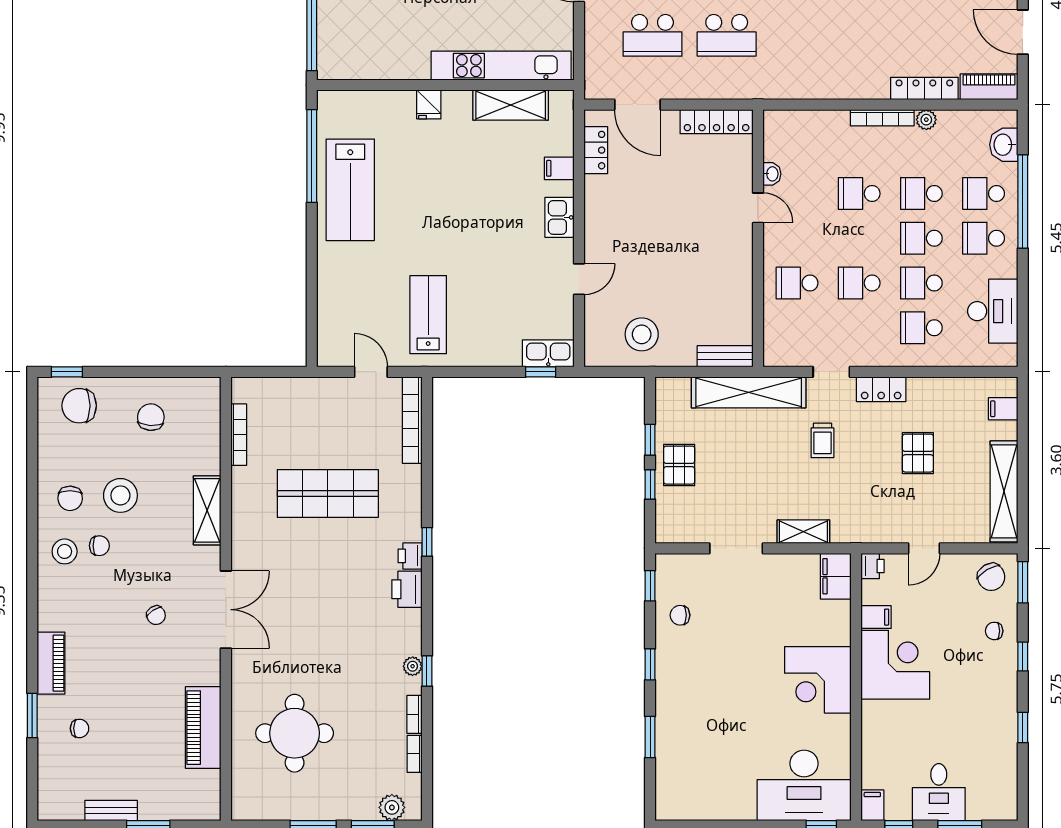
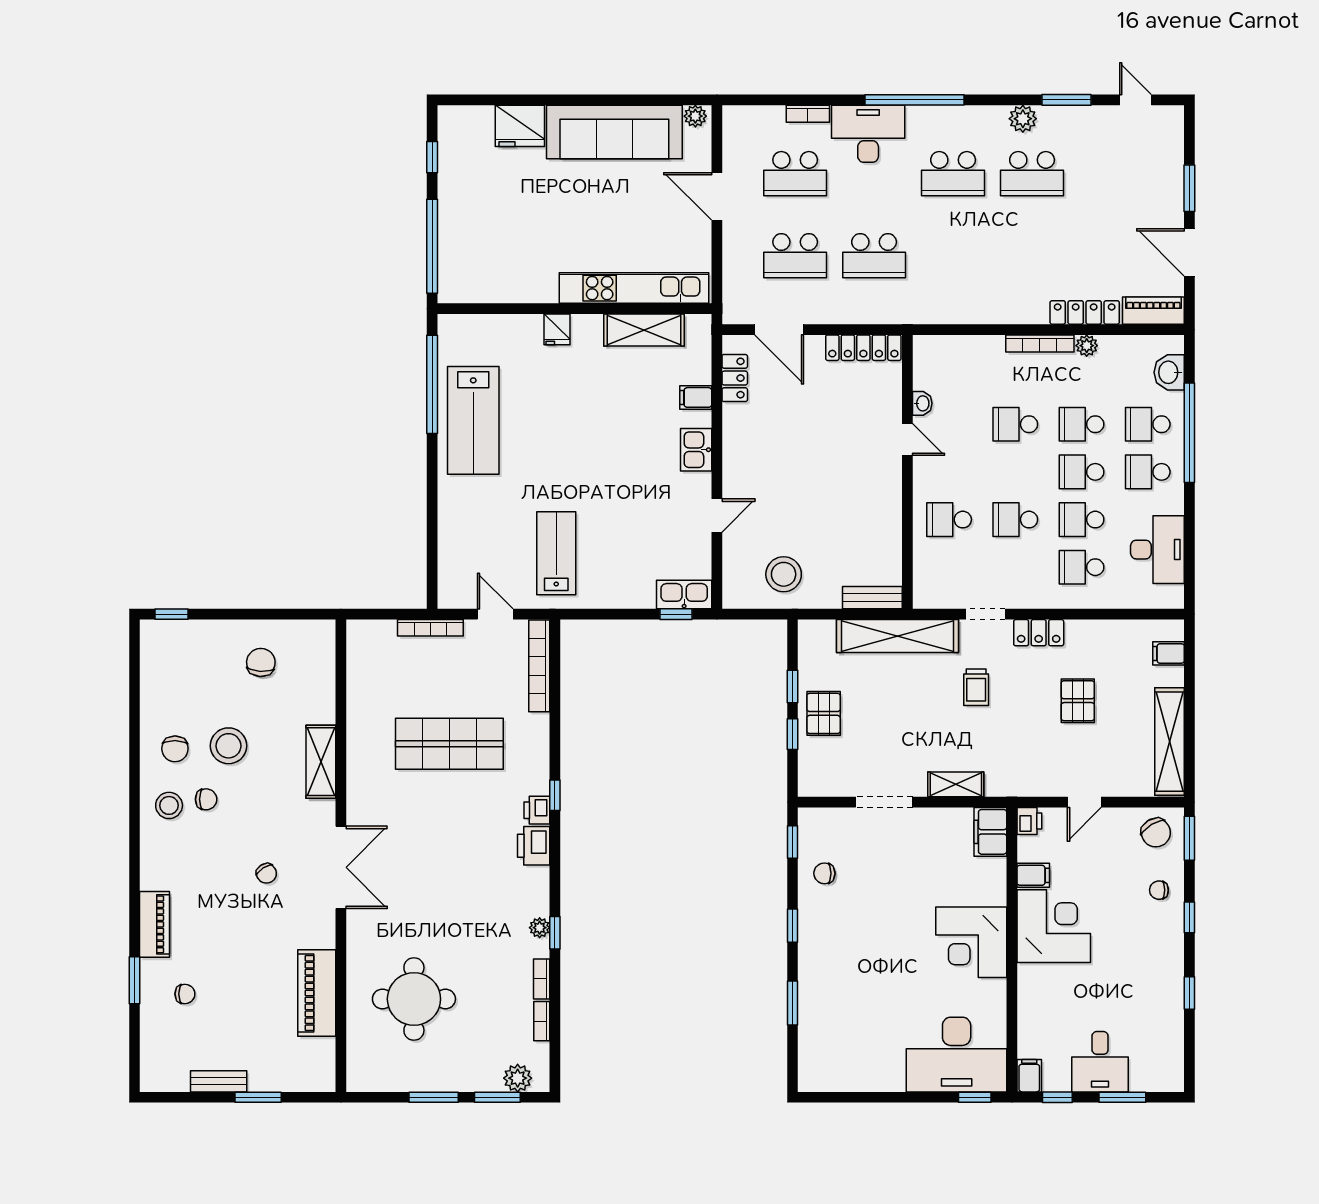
chair: (79, 406) -> (185, 650), removed
bookcase: (239, 435) -> (430, 628), moved, turned 90

